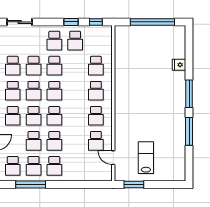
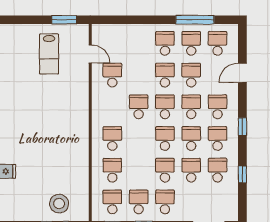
stool: (138, 39) -> (59, 204), added
school desk: (96, 41) -> (112, 202), added
school desk: (96, 116) -> (139, 107), moved

